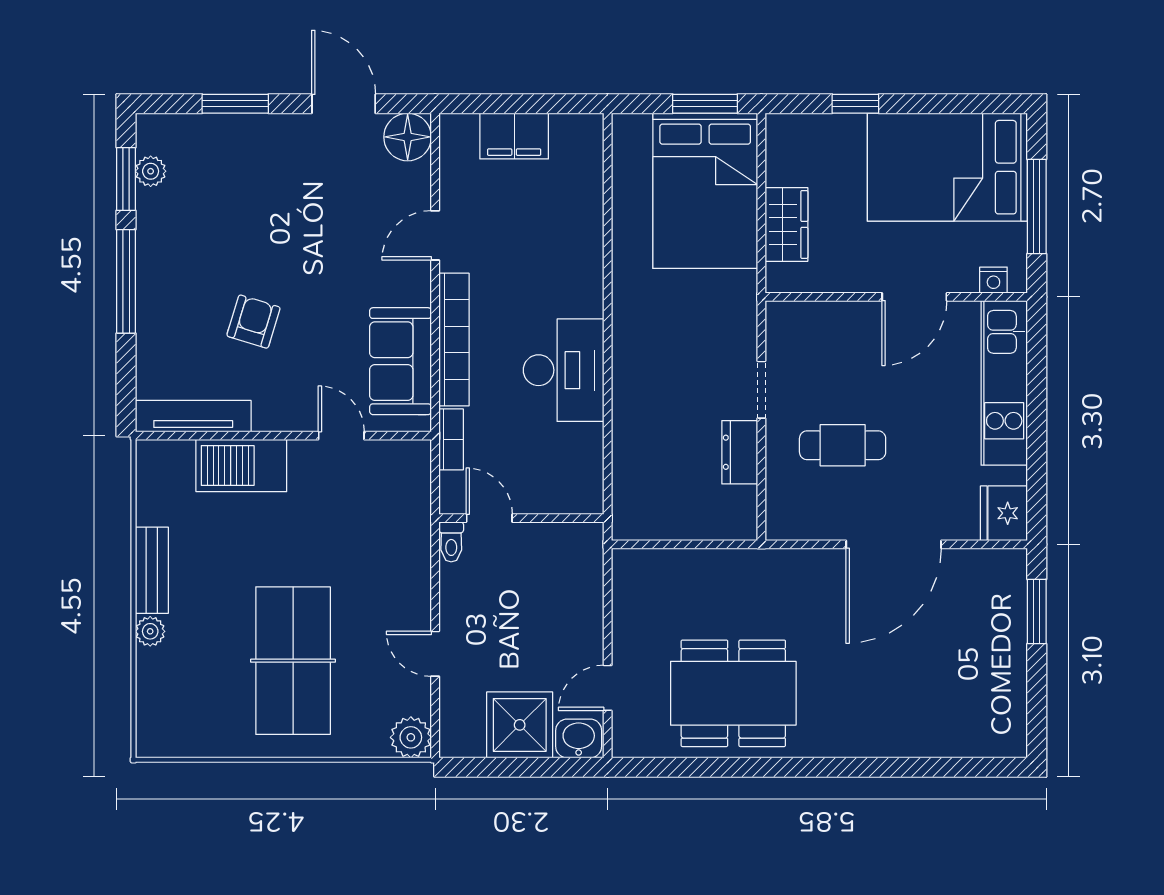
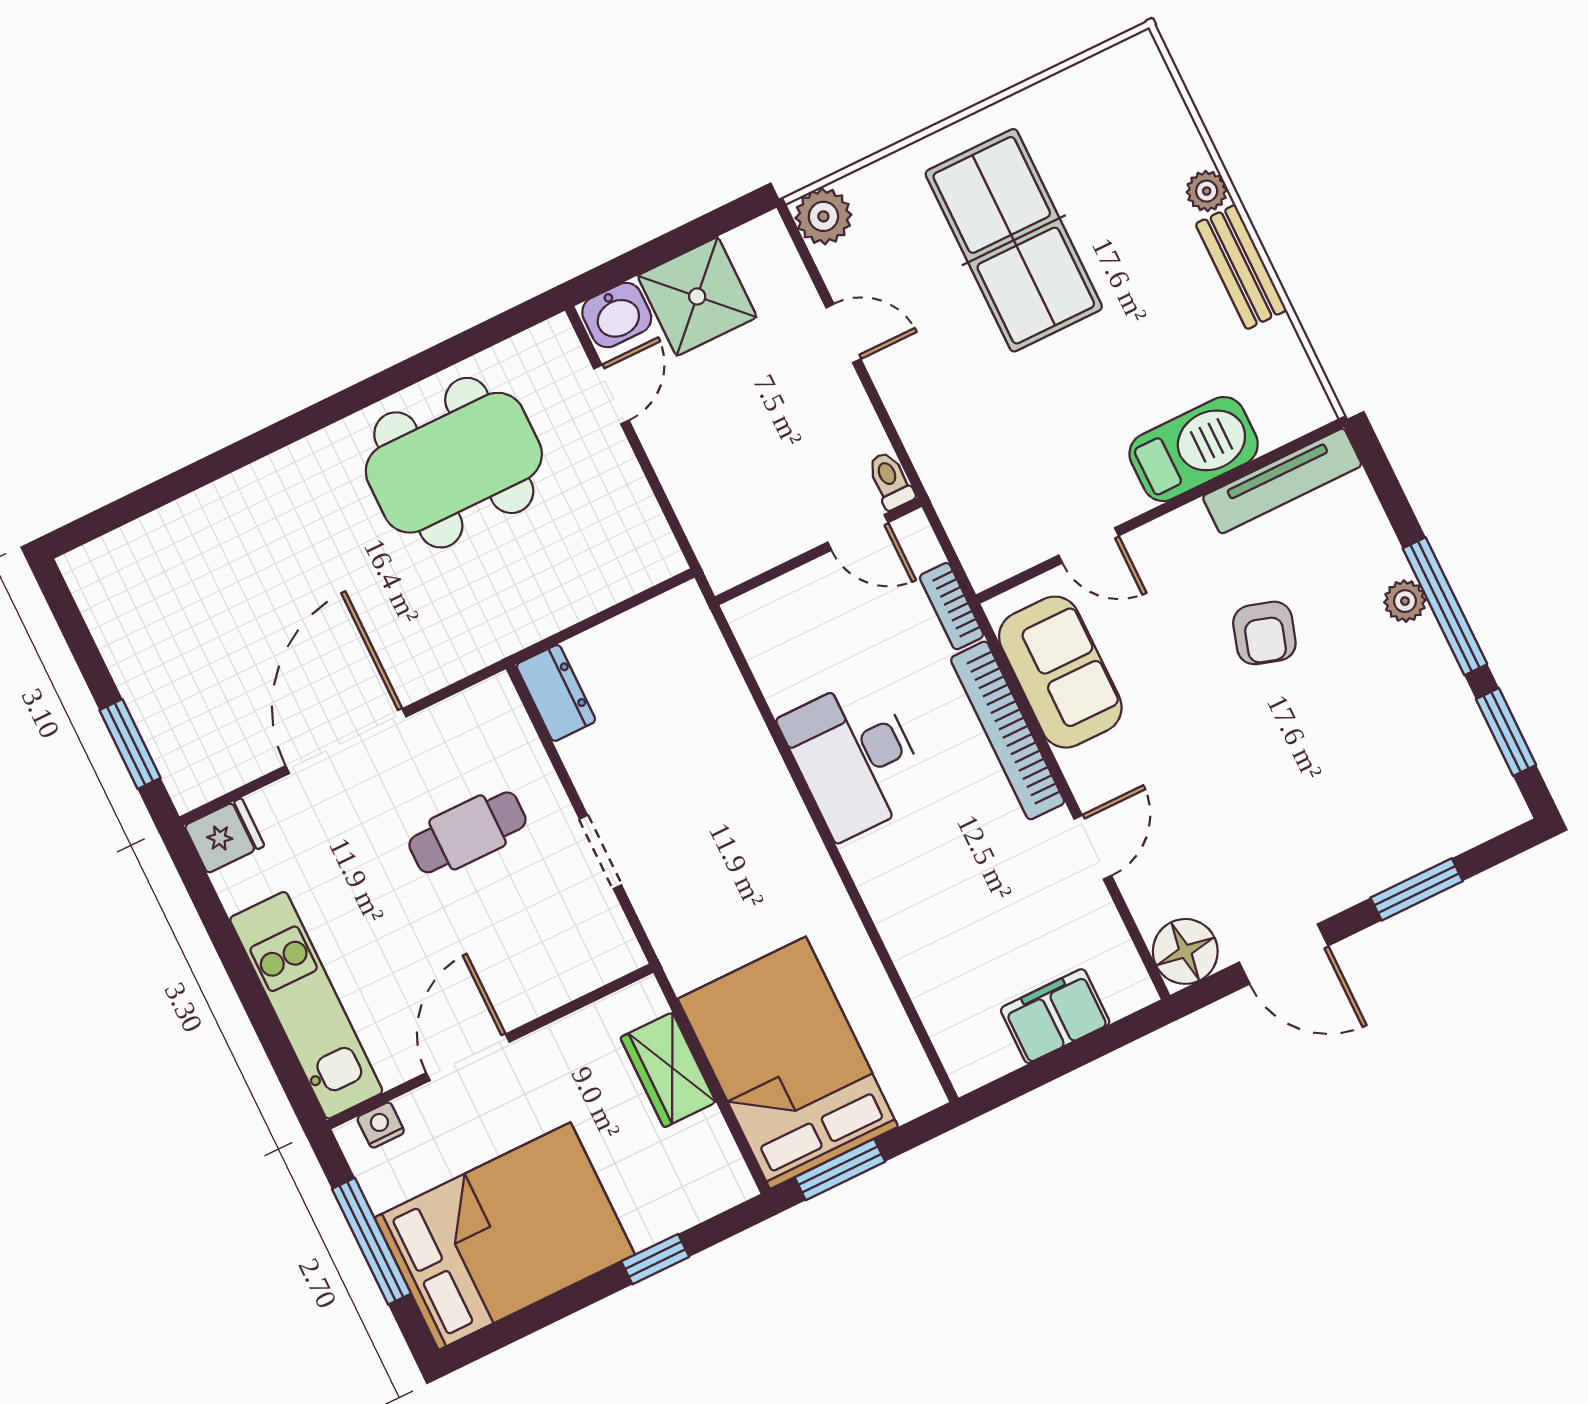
plant: (151, 171) -> (1405, 601), moved
dresser: (740, 452) -> (556, 693), moved
fridge: (1004, 513) -> (224, 836), width x0.72

